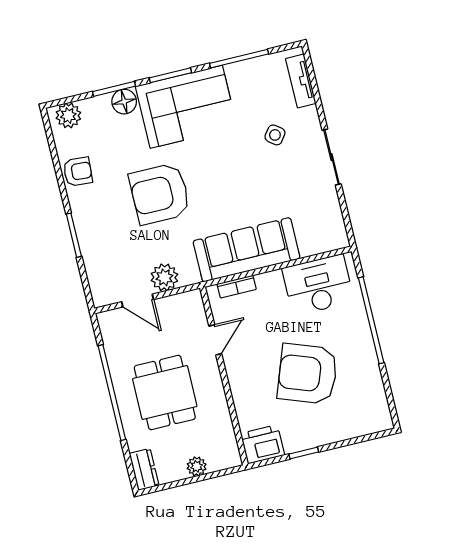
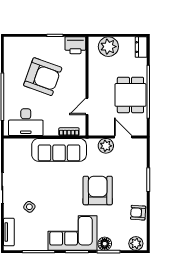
armchair: (160, 194) -> (98, 191), turned -90
dining table: (165, 392) -> (130, 95), moved
plant: (197, 466) -> (108, 47), width x1.87, depth x1.87

